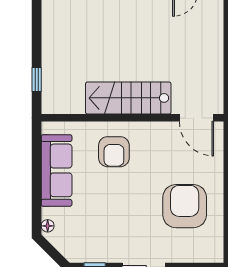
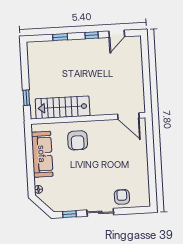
stairs: (128, 98) -> (63, 107), moved
armchair: (185, 206) -> (122, 197), moved, width x0.53, depth x0.53

